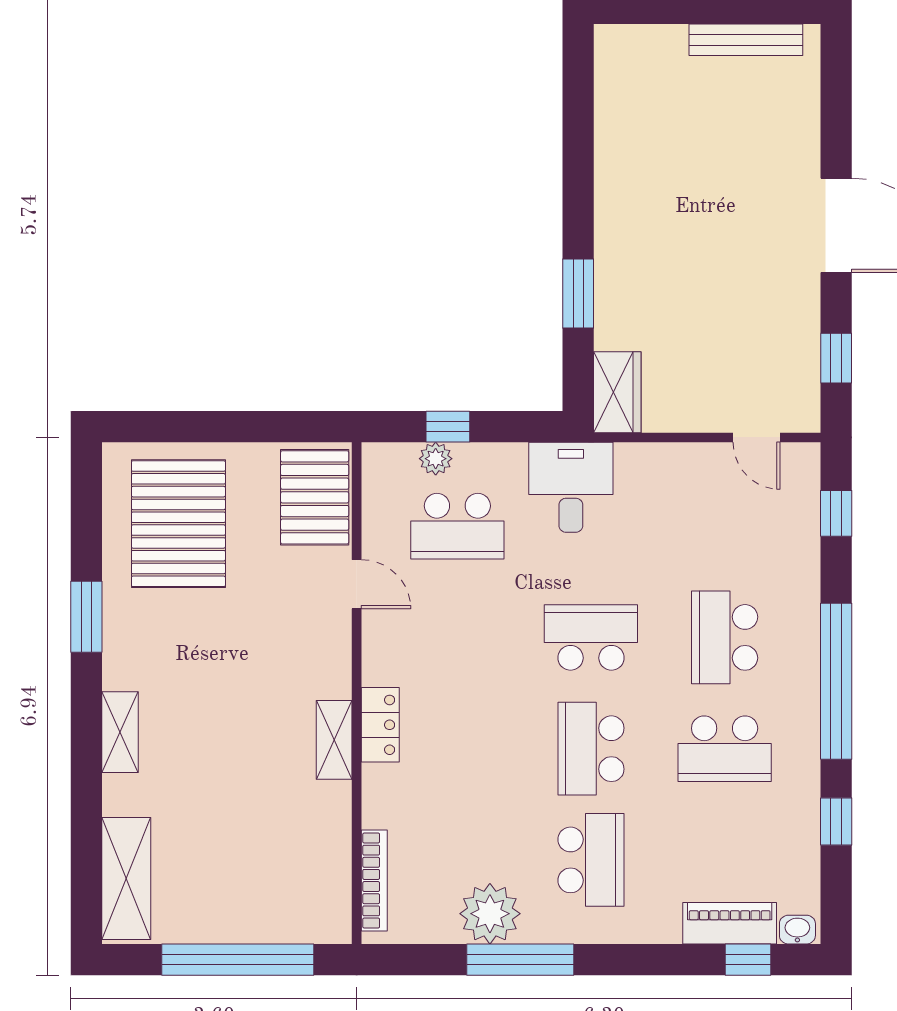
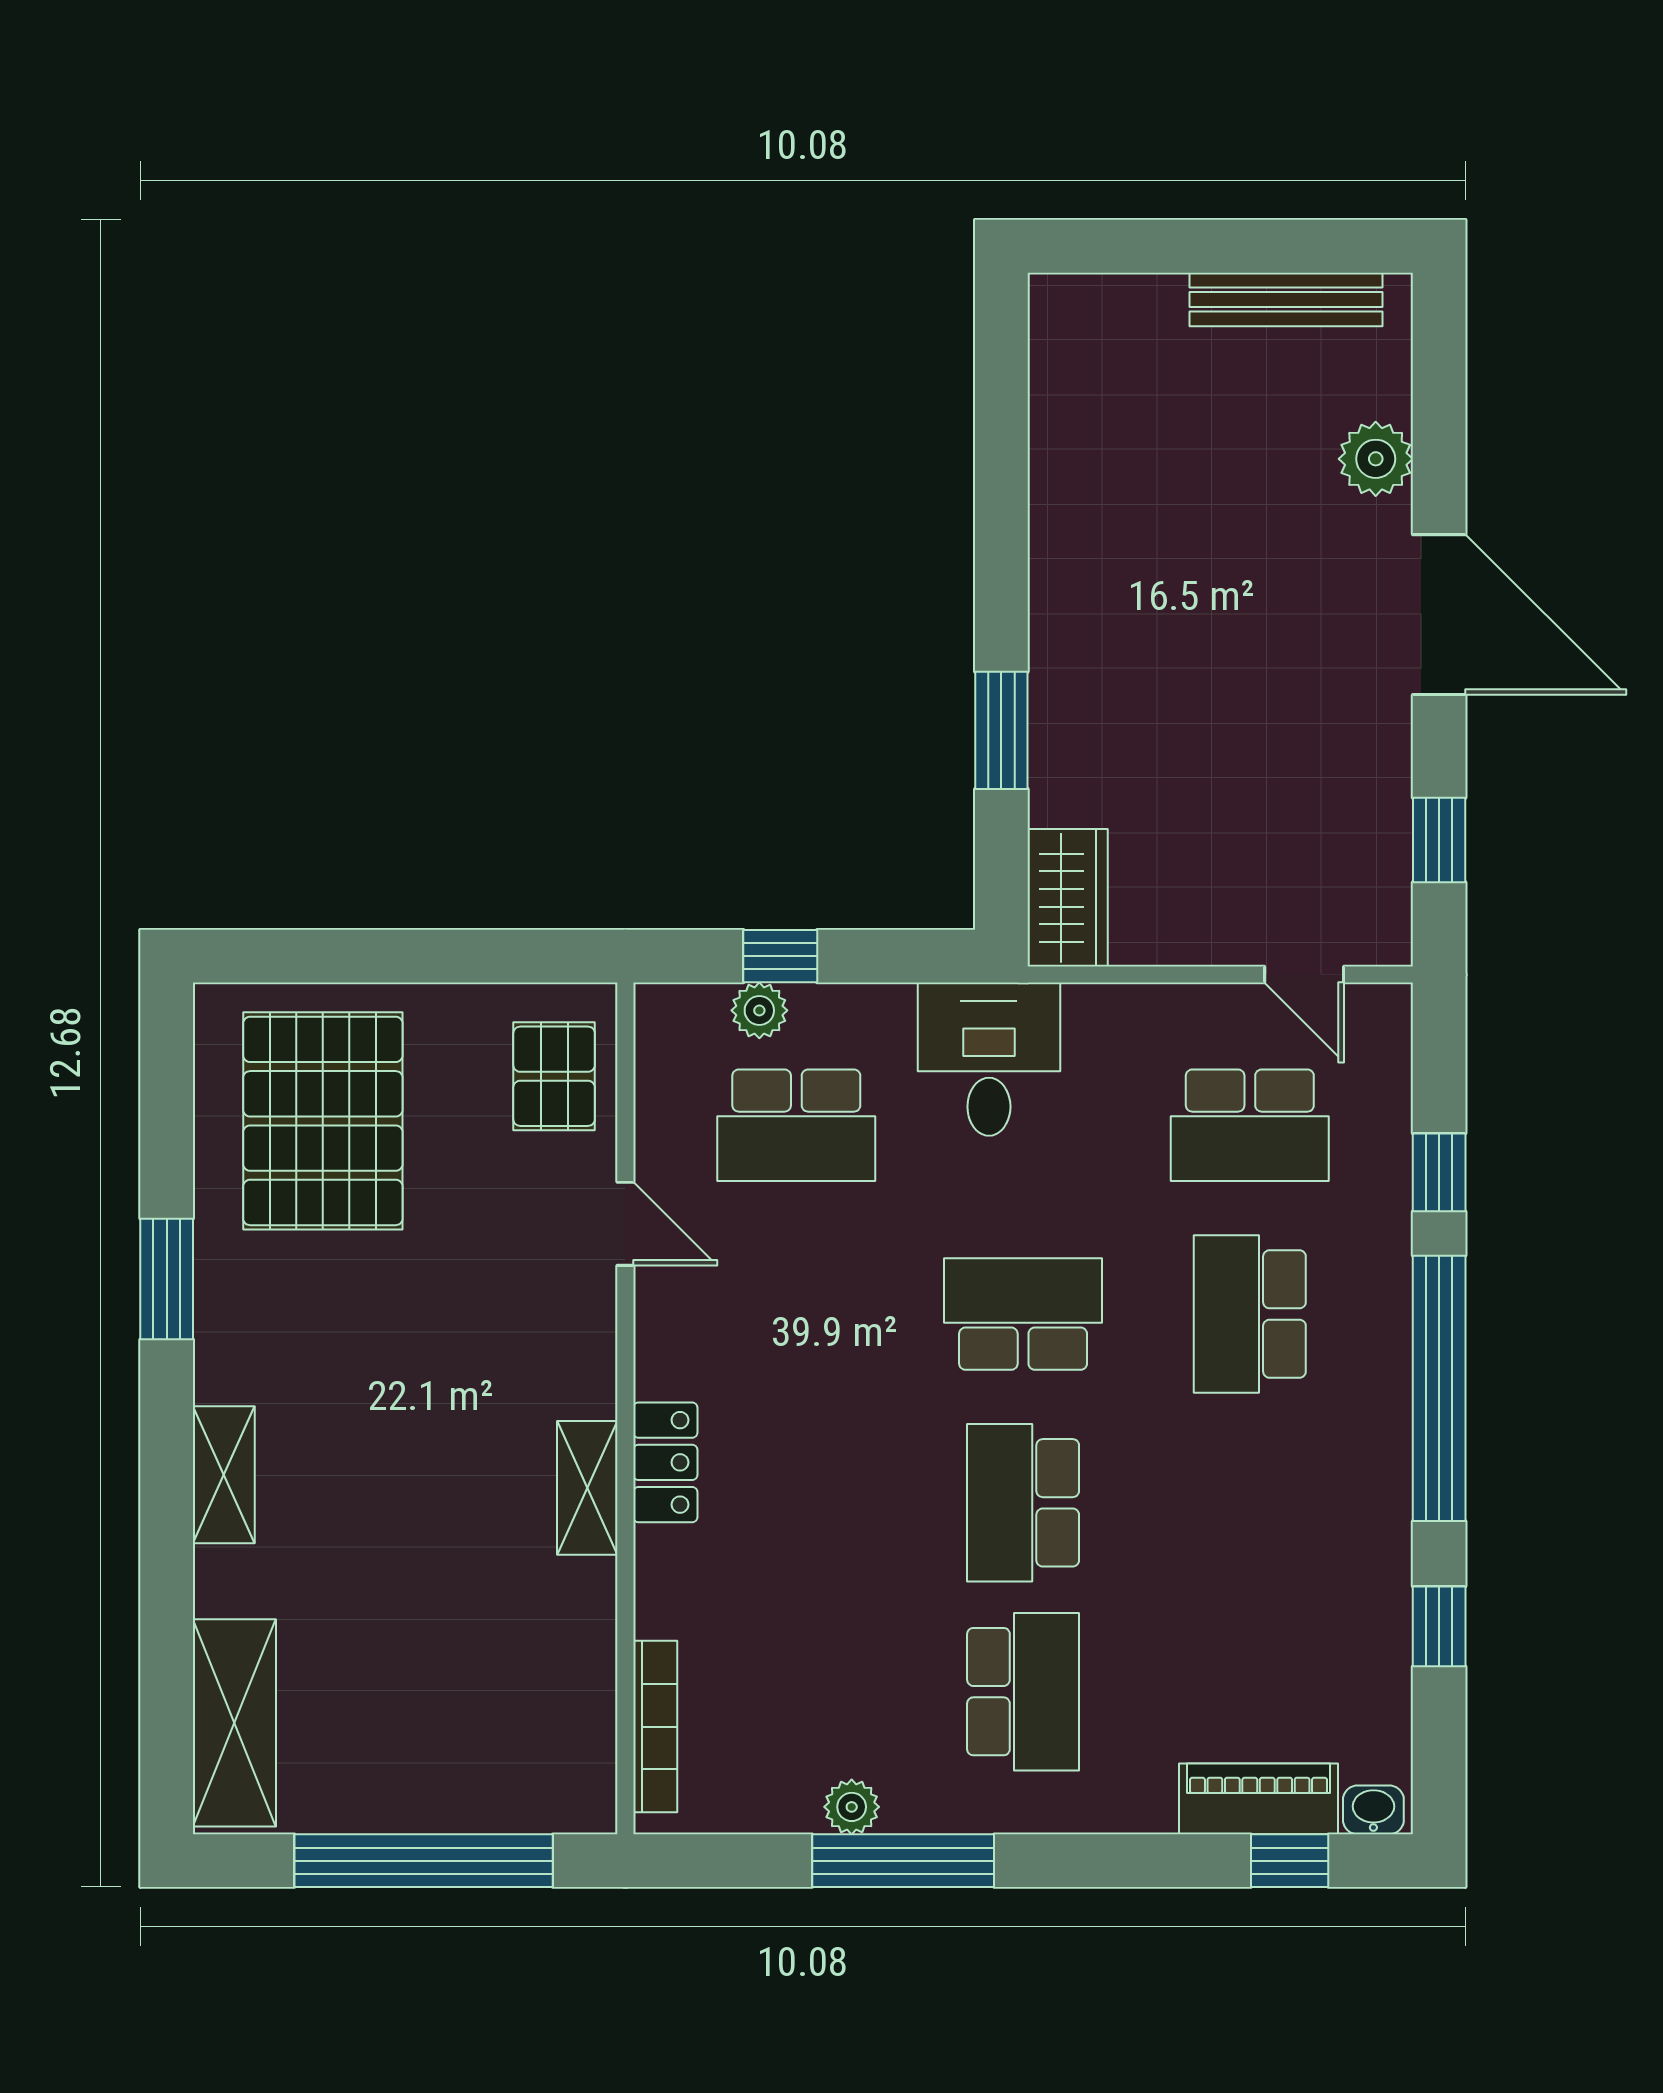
plant: (799, 134) -> (1376, 459), added
pallet: (315, 497) -> (554, 1076), width x0.67, depth x0.71
window: (836, 513) -> (1439, 1172), moved
school desk: (725, 749) -> (1250, 1125), moved
plant: (490, 914) -> (852, 1807), width x0.53, depth x0.53

